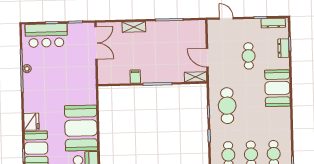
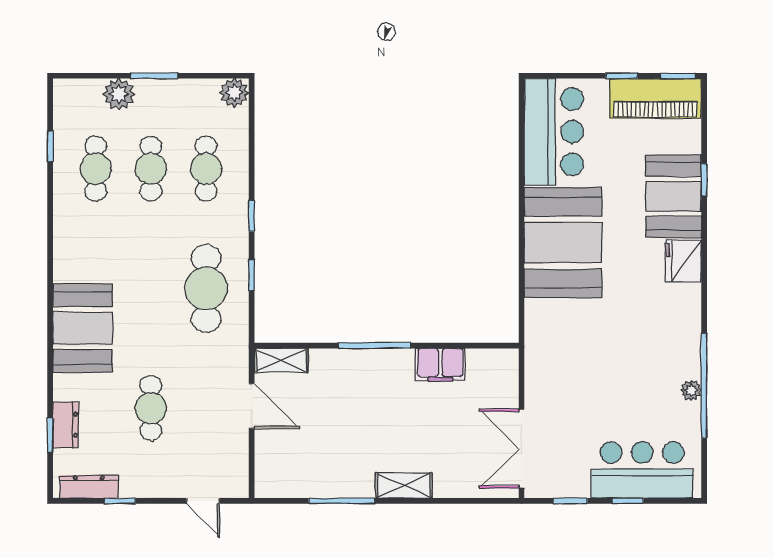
shelving: (134, 27) -> (404, 485), moved
filing cabinet: (135, 77) -> (440, 365), width x2.00

